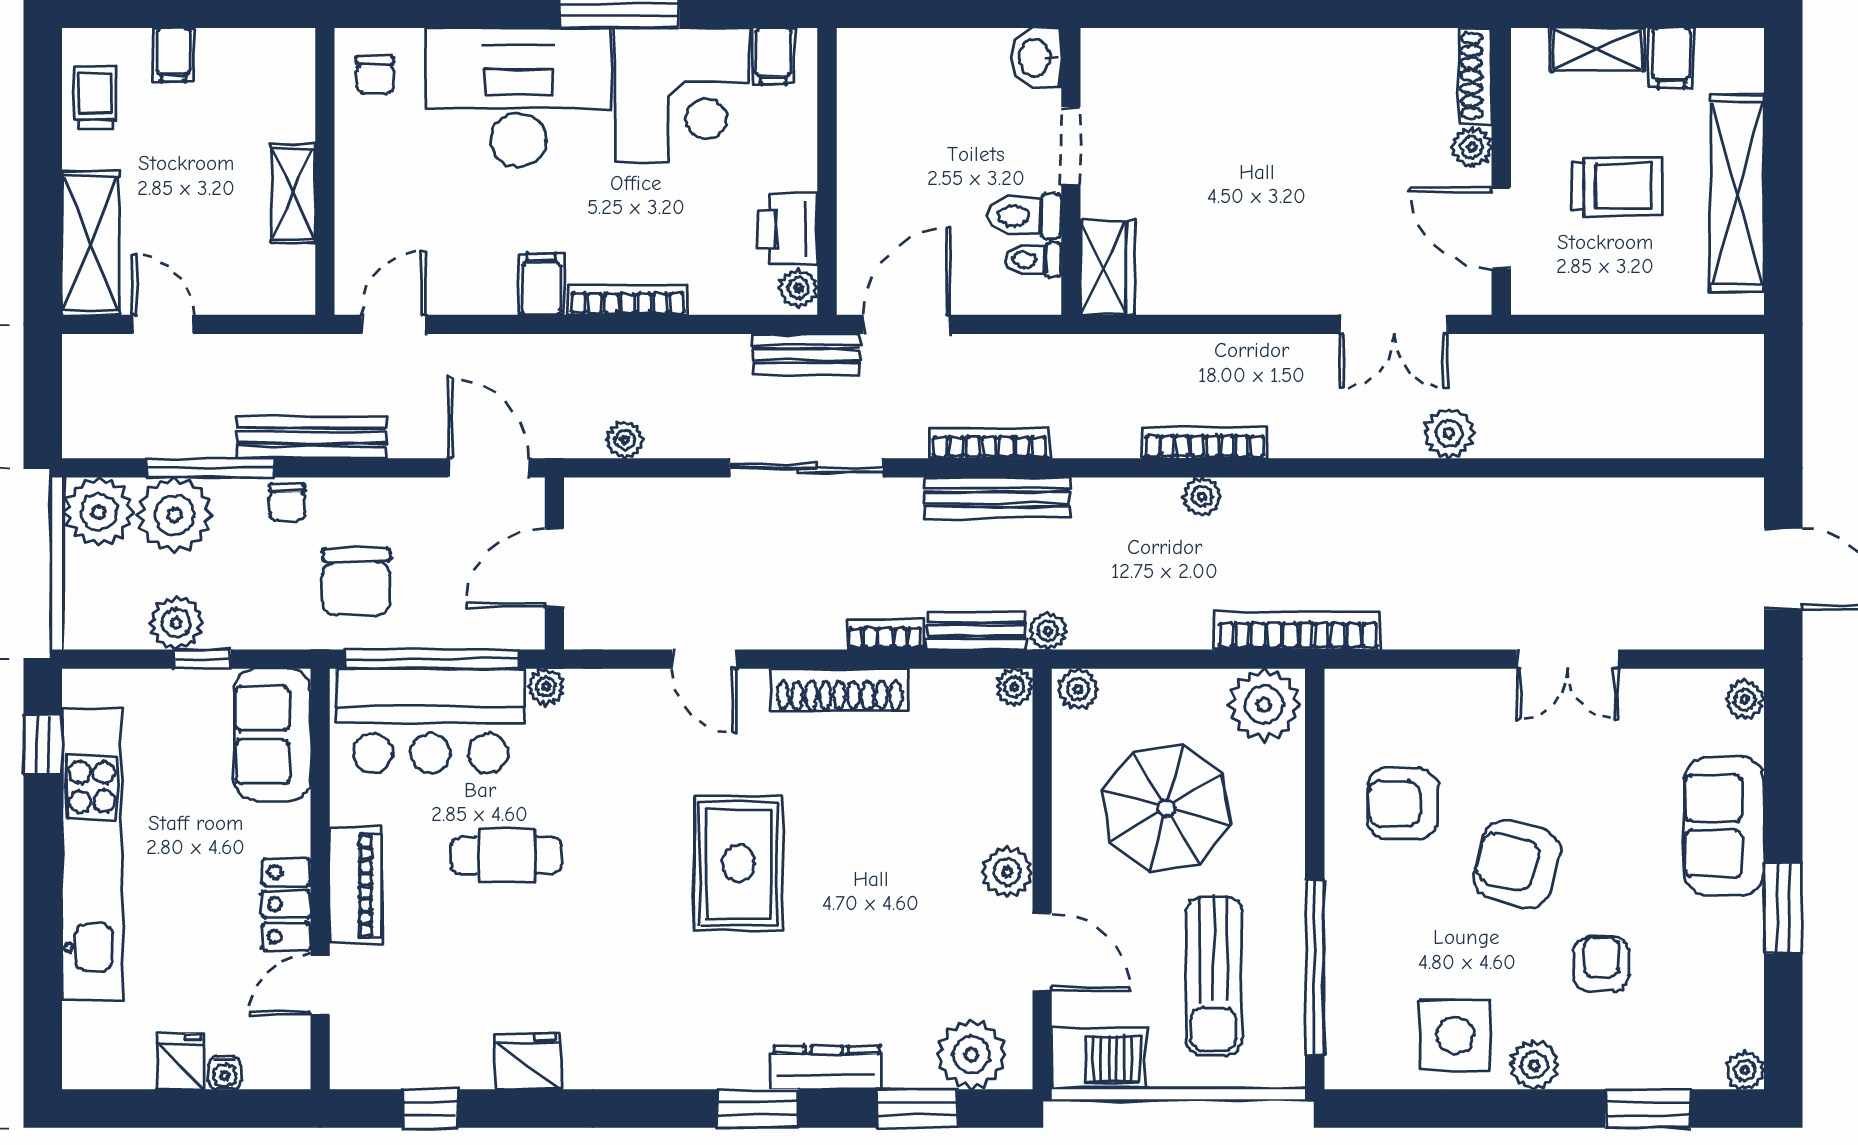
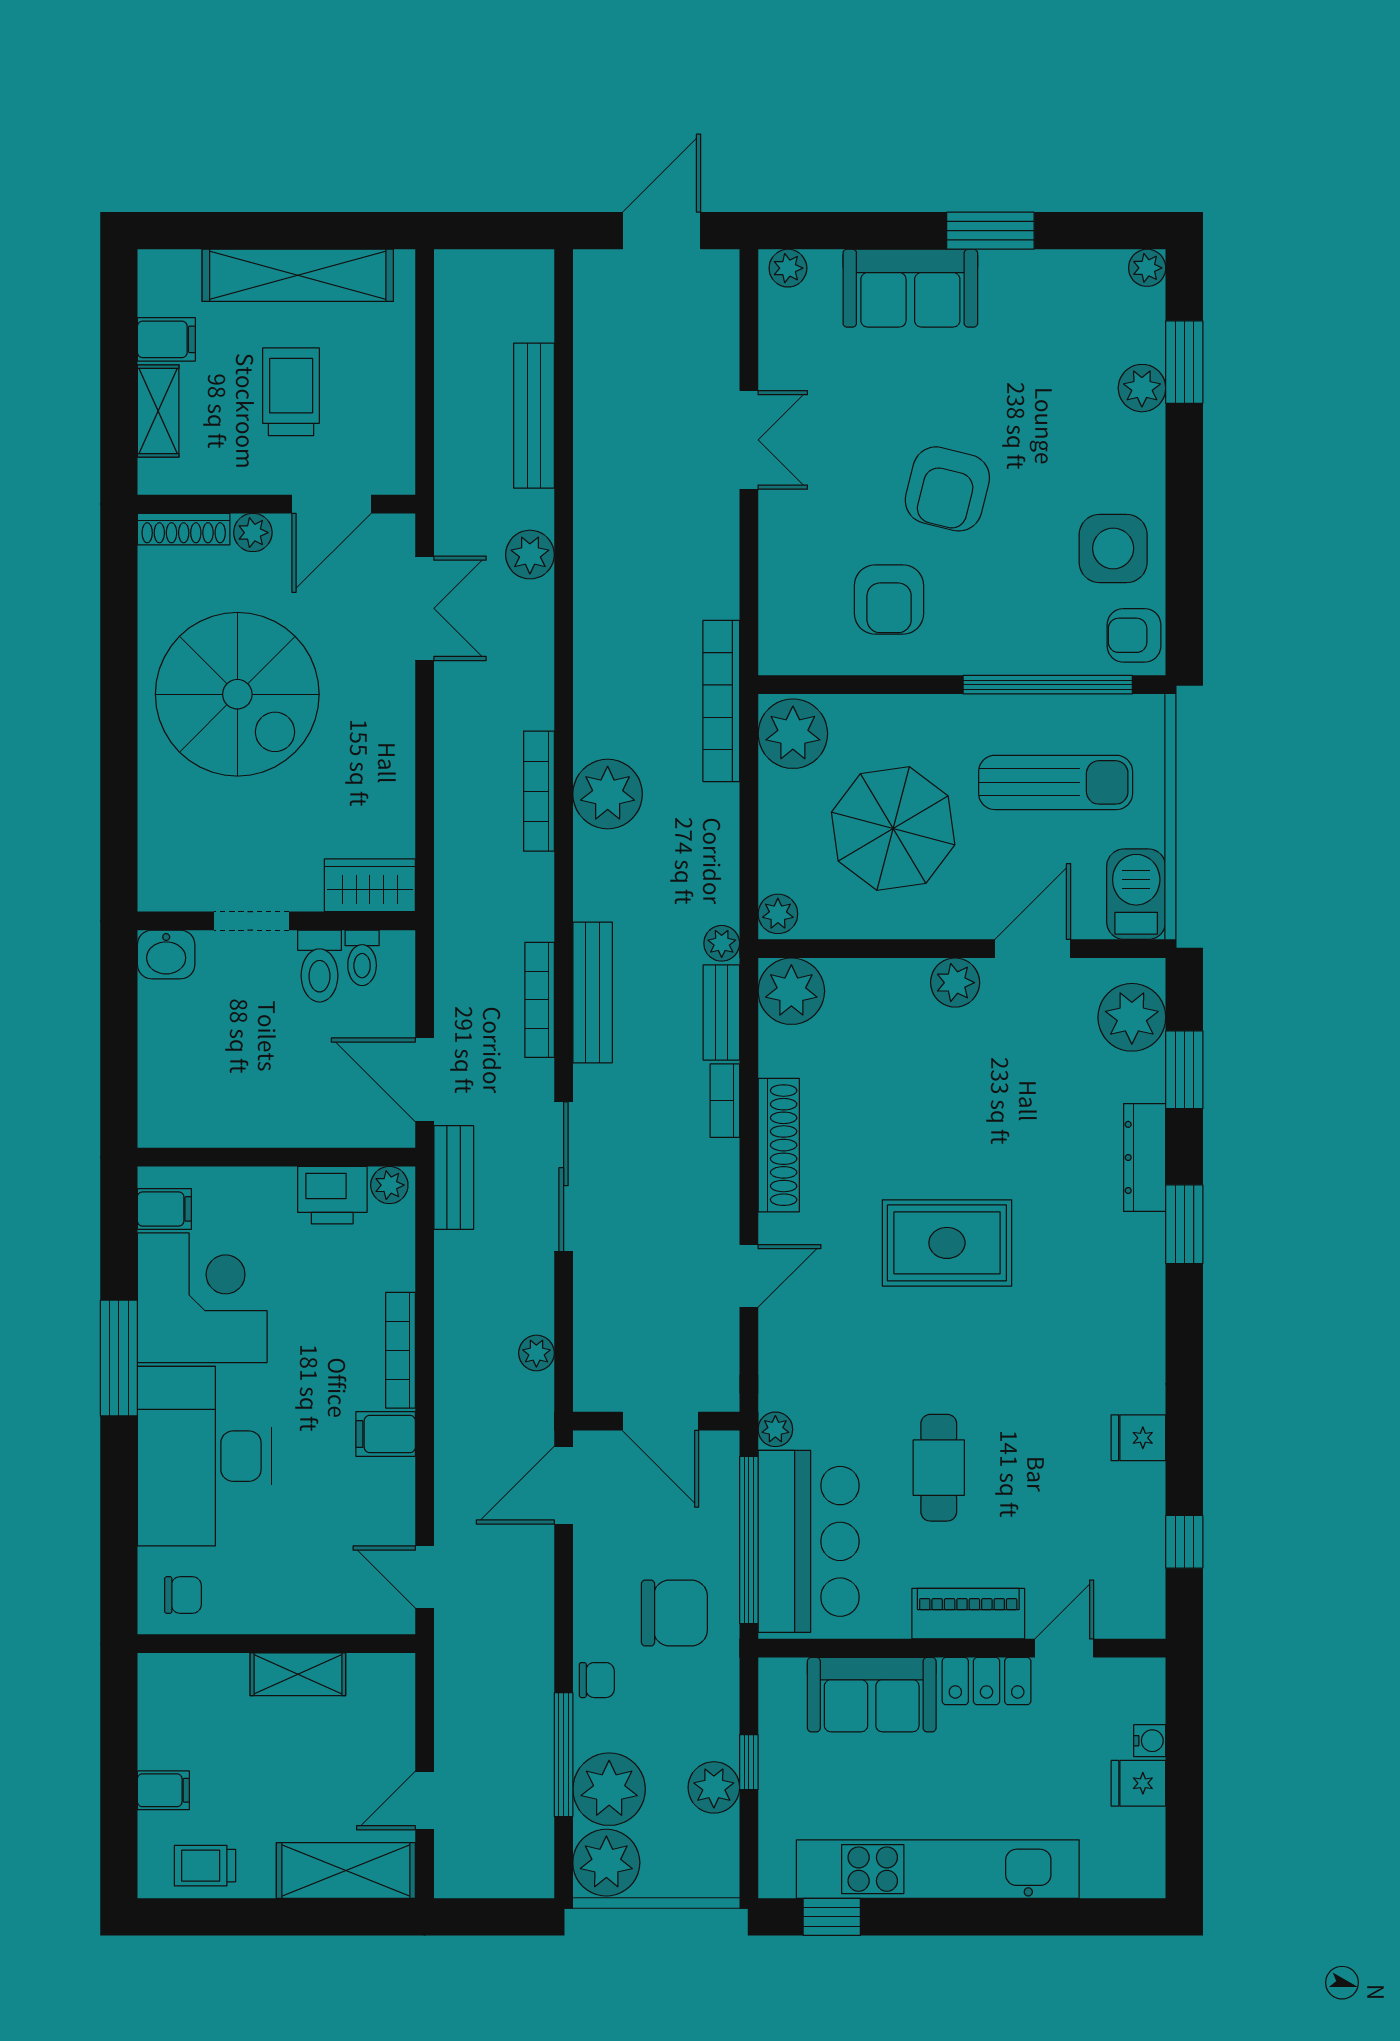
spiral stairs: (1305, 131) -> (237, 694), added
bench: (311, 437) -> (534, 416), moved
plant: (1202, 497) -> (608, 794), width x1.88, depth x1.88
plant: (1014, 687) -> (791, 991), width x1.88, depth x1.88
sofa: (272, 735) -> (872, 1695), moved
armchair: (1601, 964) -> (1134, 635), moved
door: (320, 985) -> (1064, 1648), swing flipped
fridge: (528, 1061) -> (1138, 1438), width x0.72
plant: (1534, 1065) -> (1142, 388), moved

